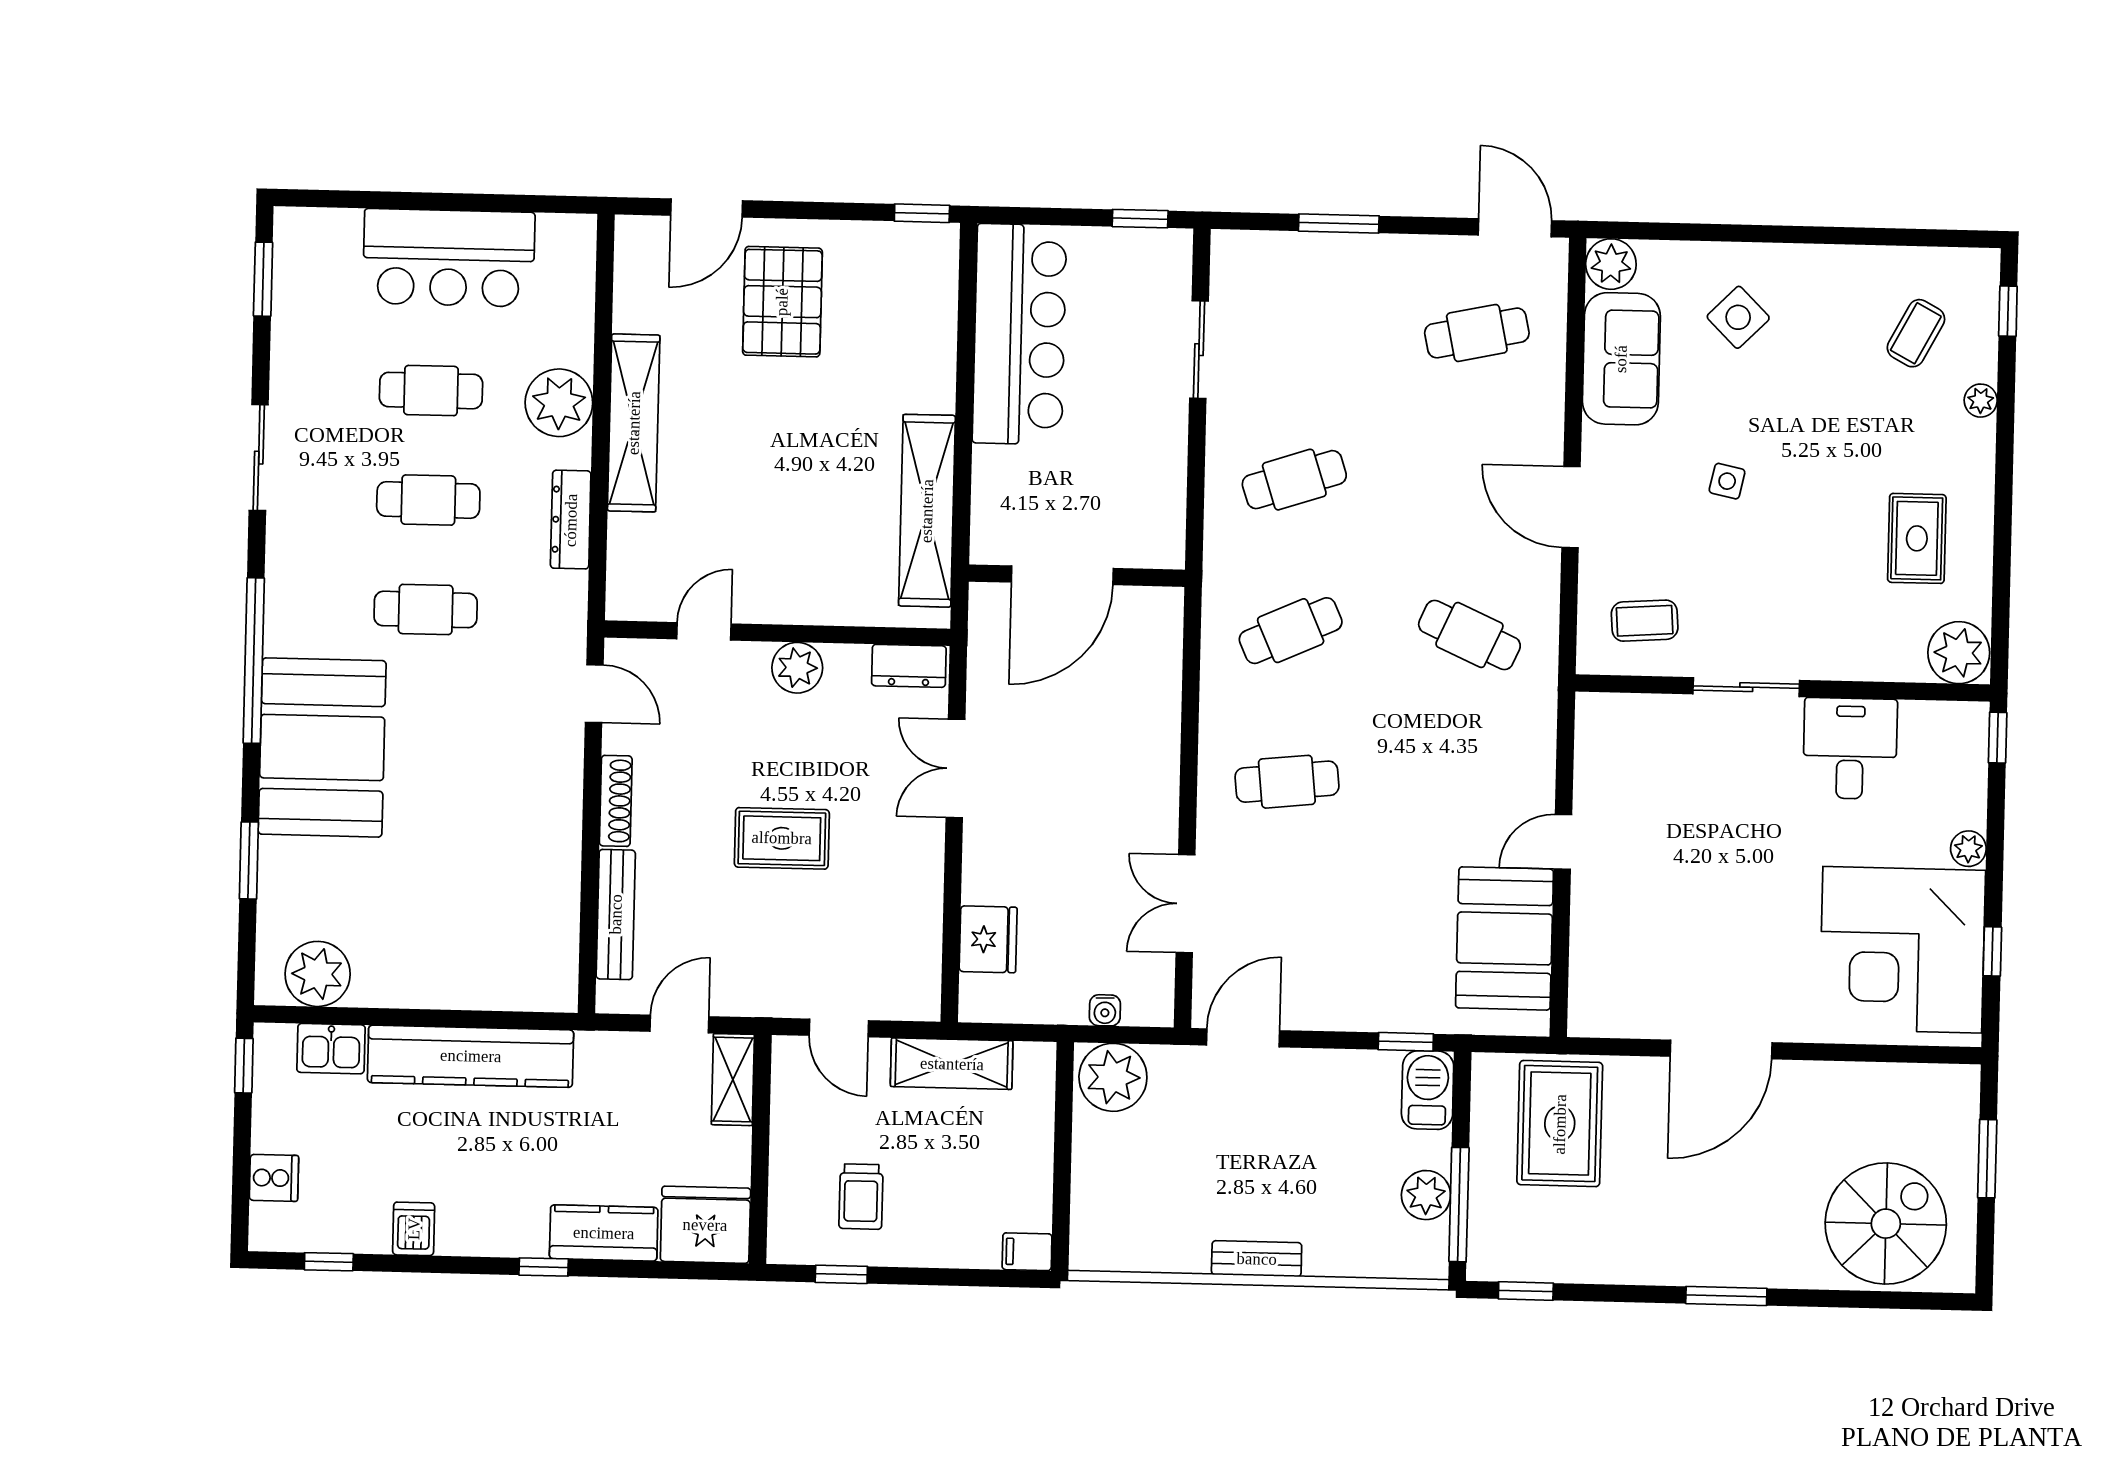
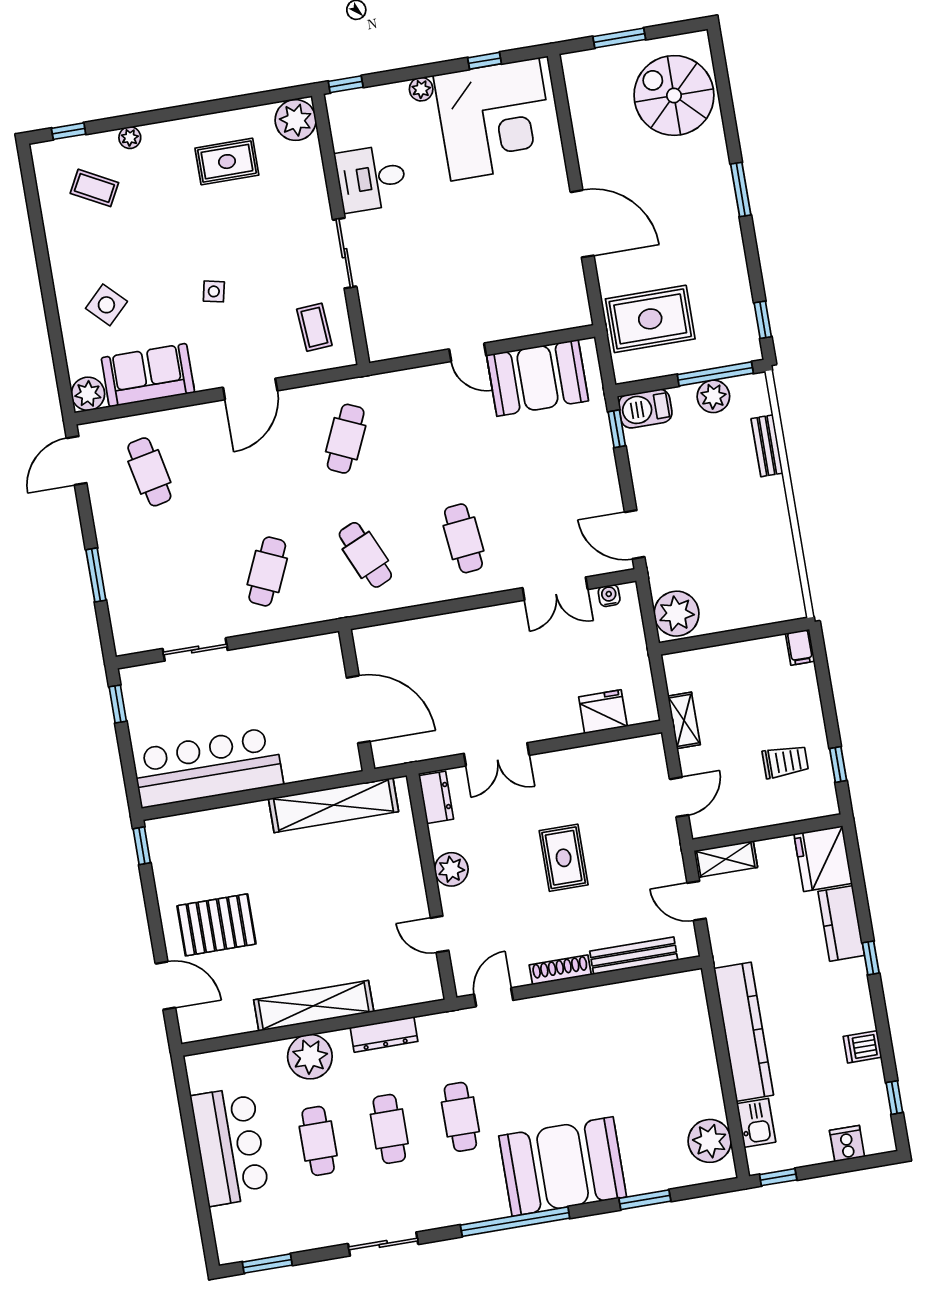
cafe table: (1294, 480) -> (267, 571), turned 42
water cooler: (1105, 1010) -> (609, 596), moved, turned -90
shelving: (952, 1064) -> (684, 720), width x0.67, depth x0.75
bench: (1257, 1259) -> (767, 446), moved

